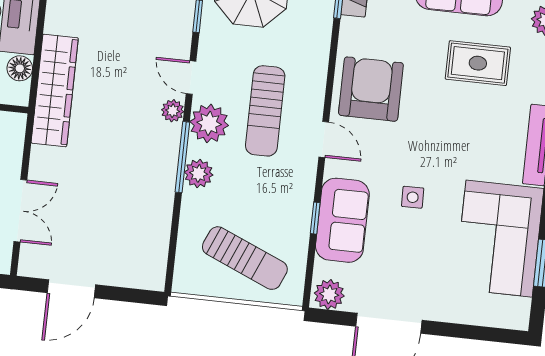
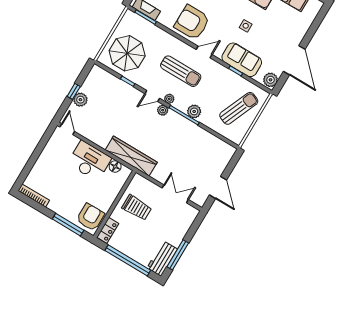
plant: (209, 123) -> (169, 99), width x0.53, depth x0.53

